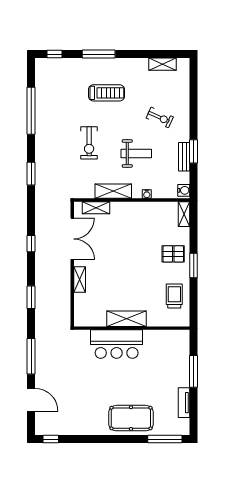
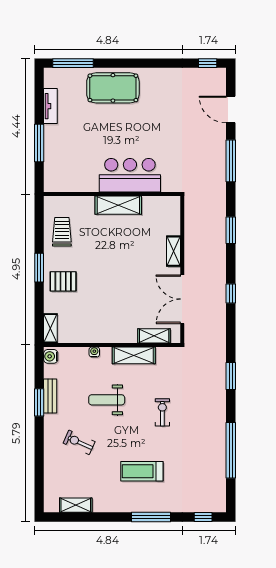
exercise bike: (89, 143) -> (162, 412), width x0.73, depth x0.72
trolley: (174, 296) -> (62, 232), turned 180

